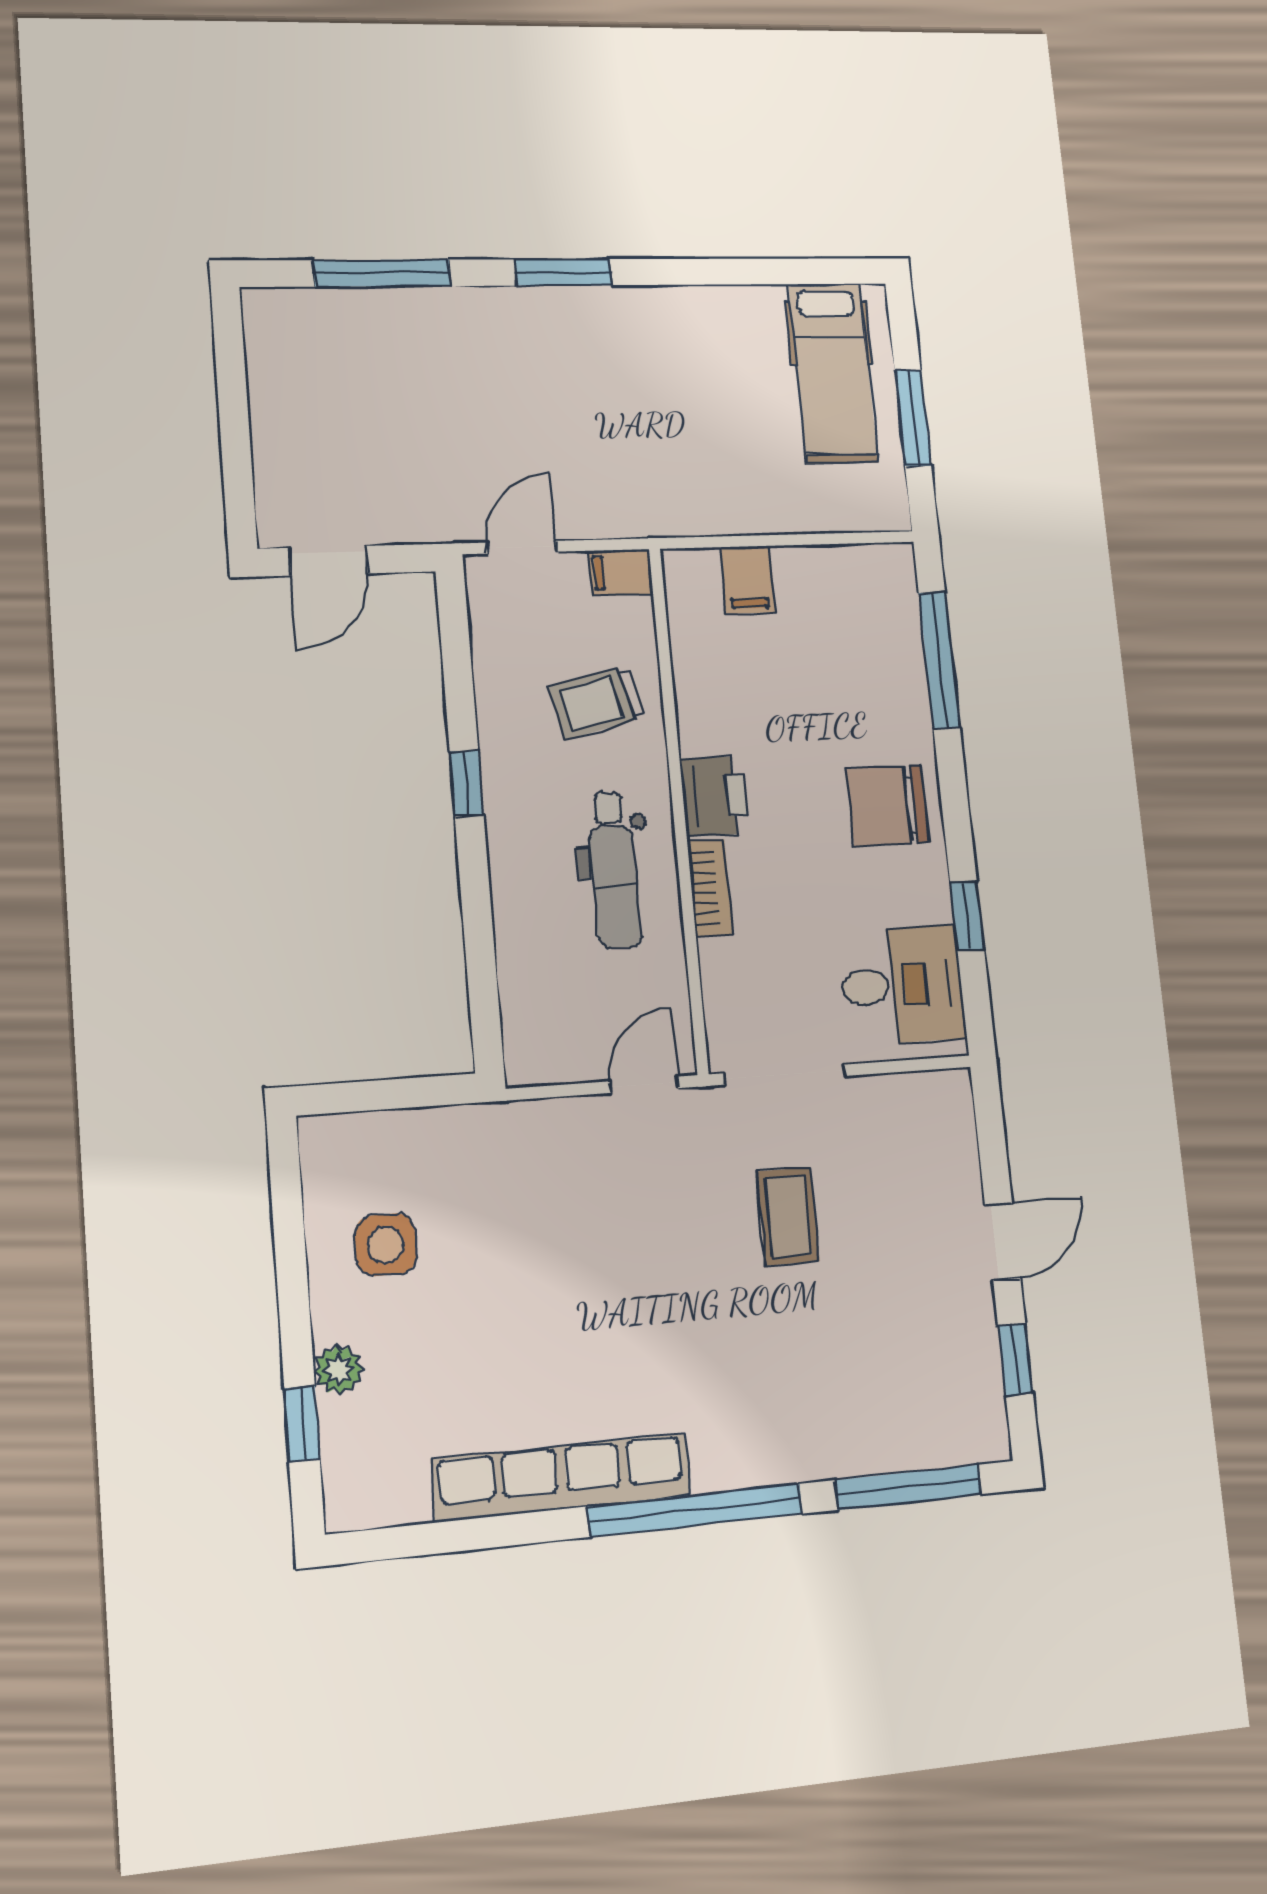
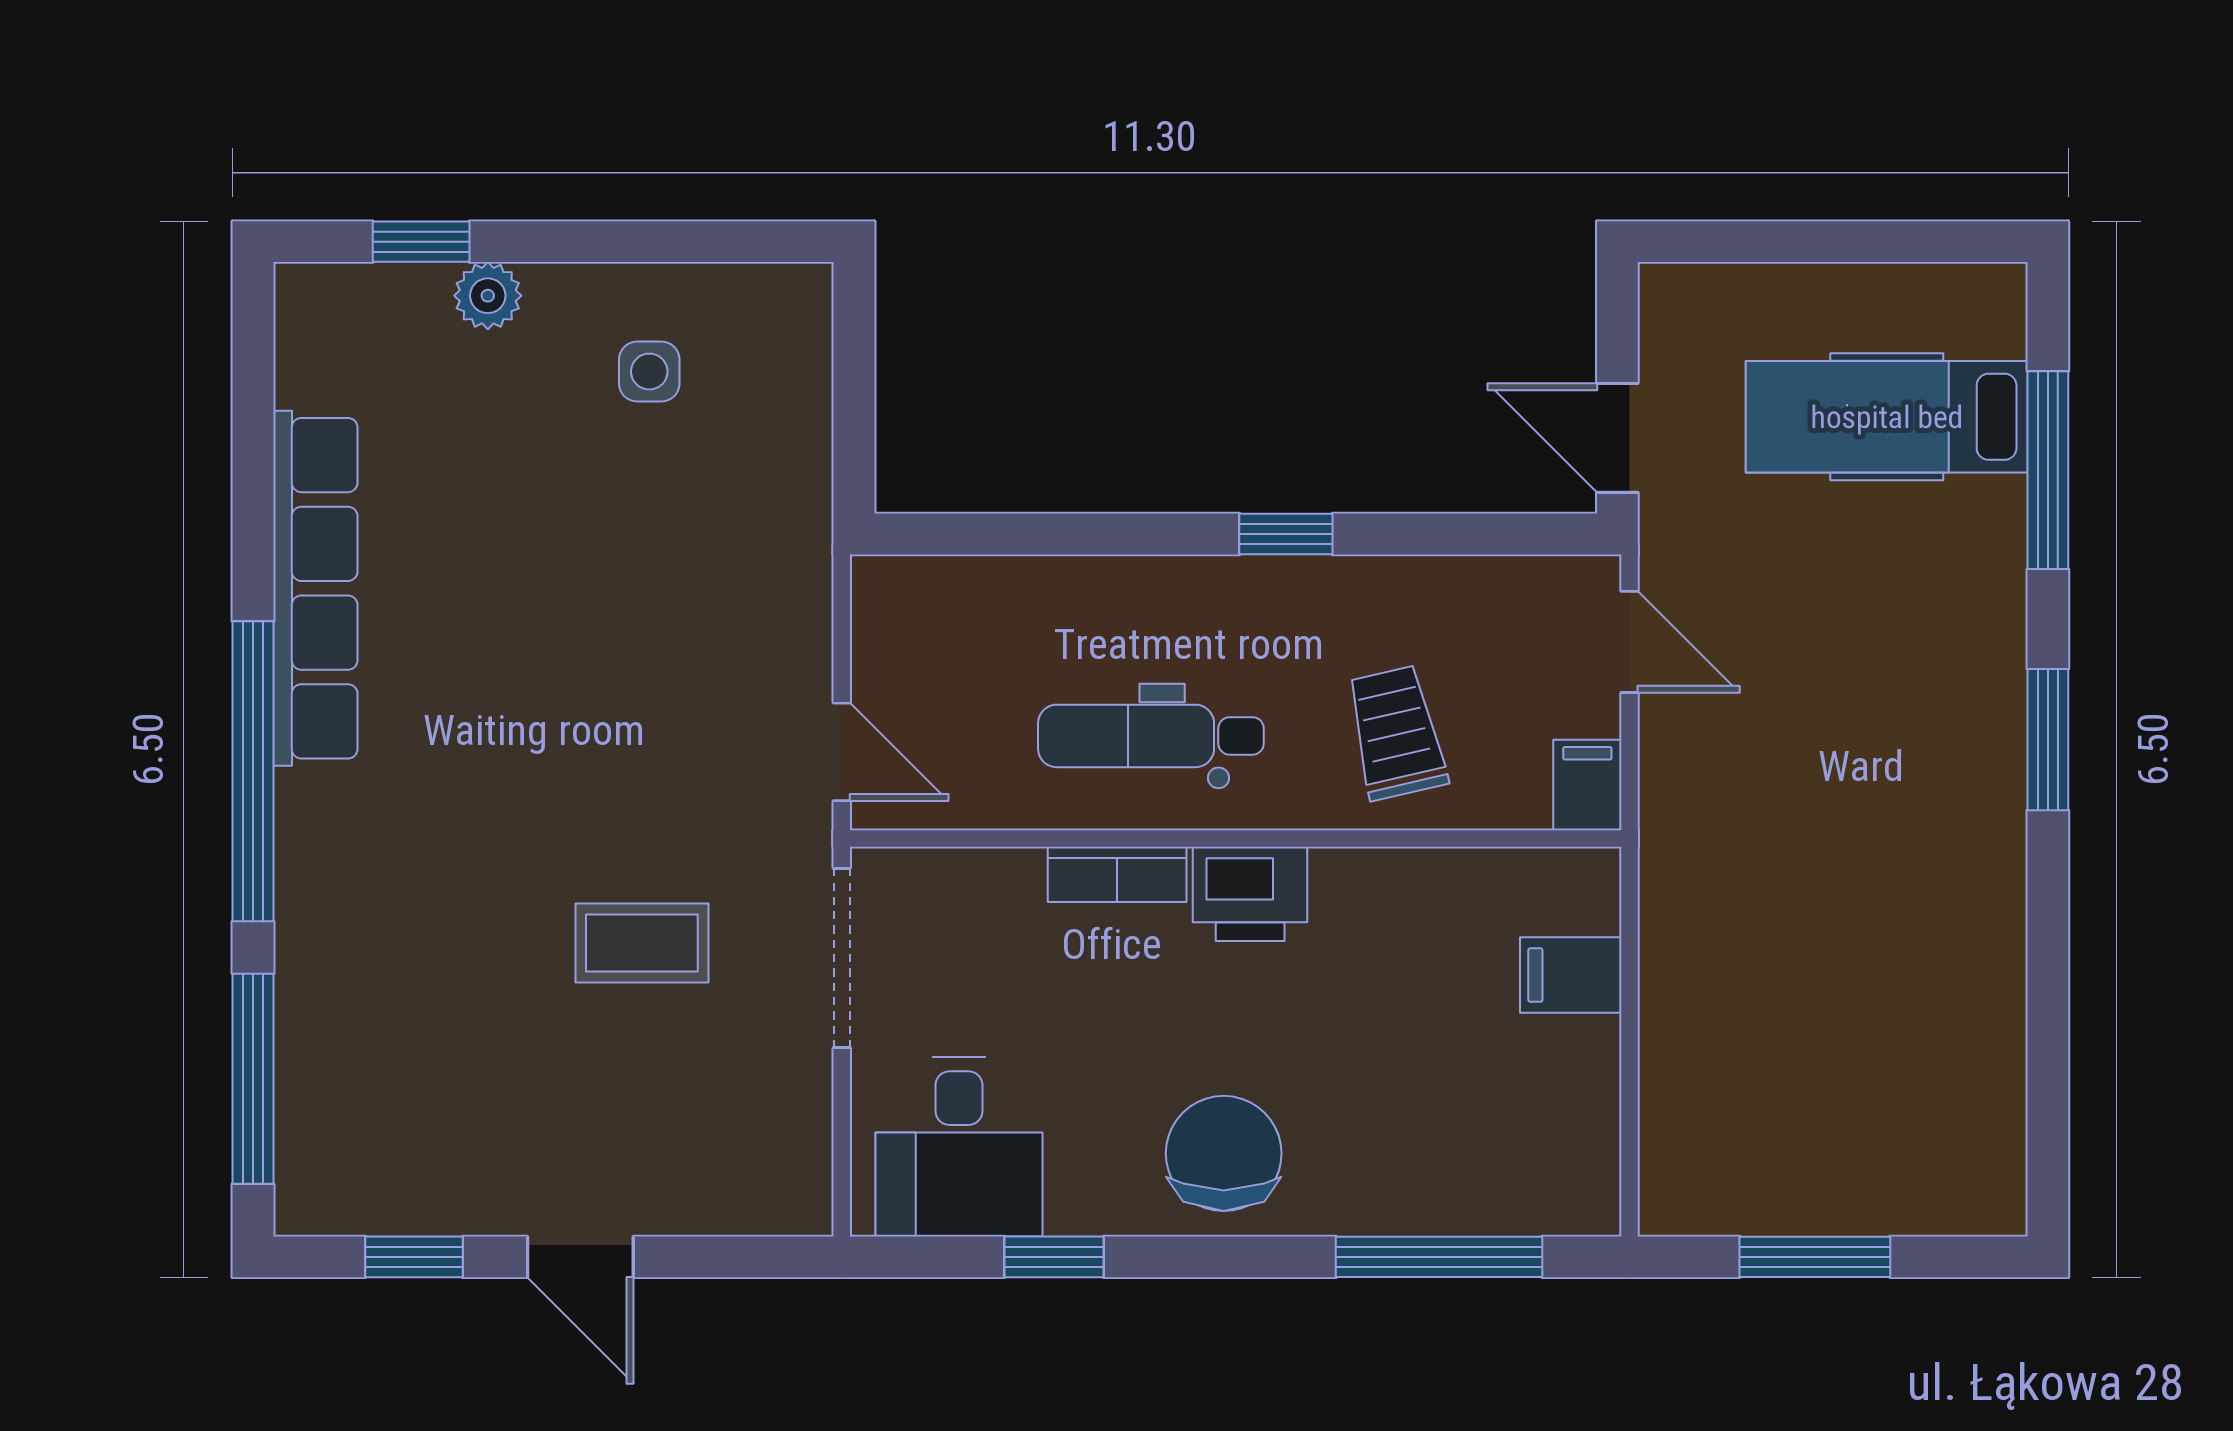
hospital bed: (833, 373) -> (1887, 417), moved
door: (328, 561) -> (1617, 438), moved
side table: (386, 1245) -> (649, 372), width x0.73, depth x0.73

